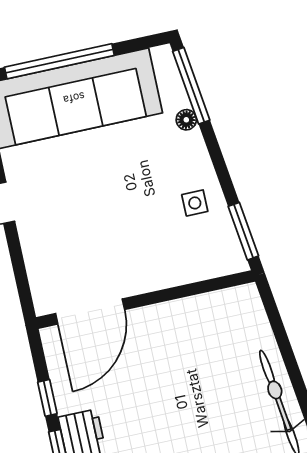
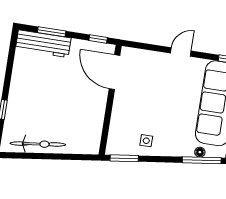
floor lamp: (186, 120) -> (200, 152), moved
window: (47, 398) -> (98, 39), moved

